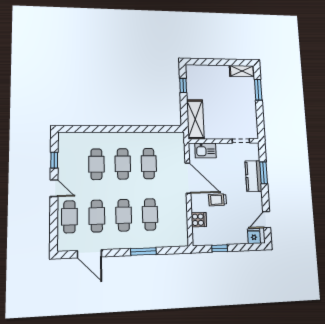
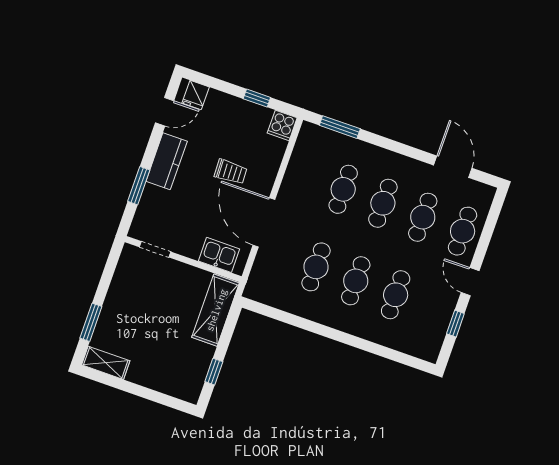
kitchen counter: (253, 176) -> (167, 161), moved
cooker: (199, 220) -> (282, 125), moved, turned -90
window: (143, 252) -> (340, 127), moved

